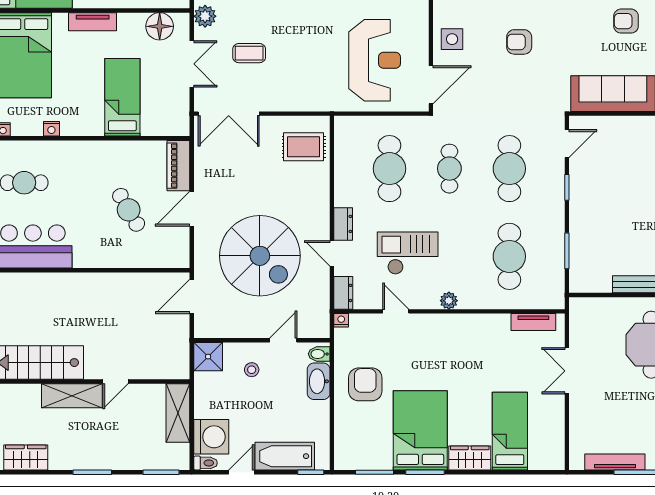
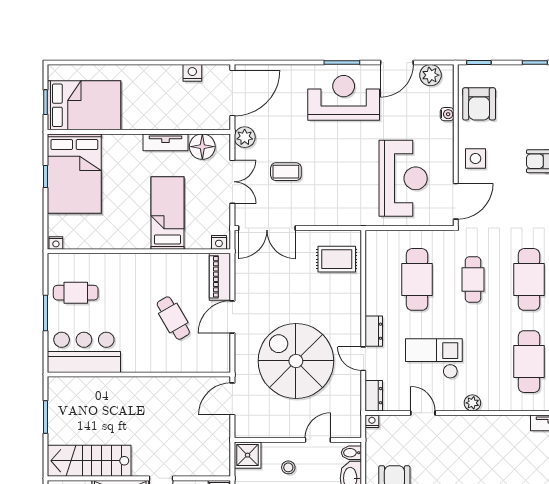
tv unit: (93, 22) -> (166, 142), moved
nightstand: (51, 129) -> (219, 242), moved
spiral stairs: (260, 256) -> (296, 361), turned 180

